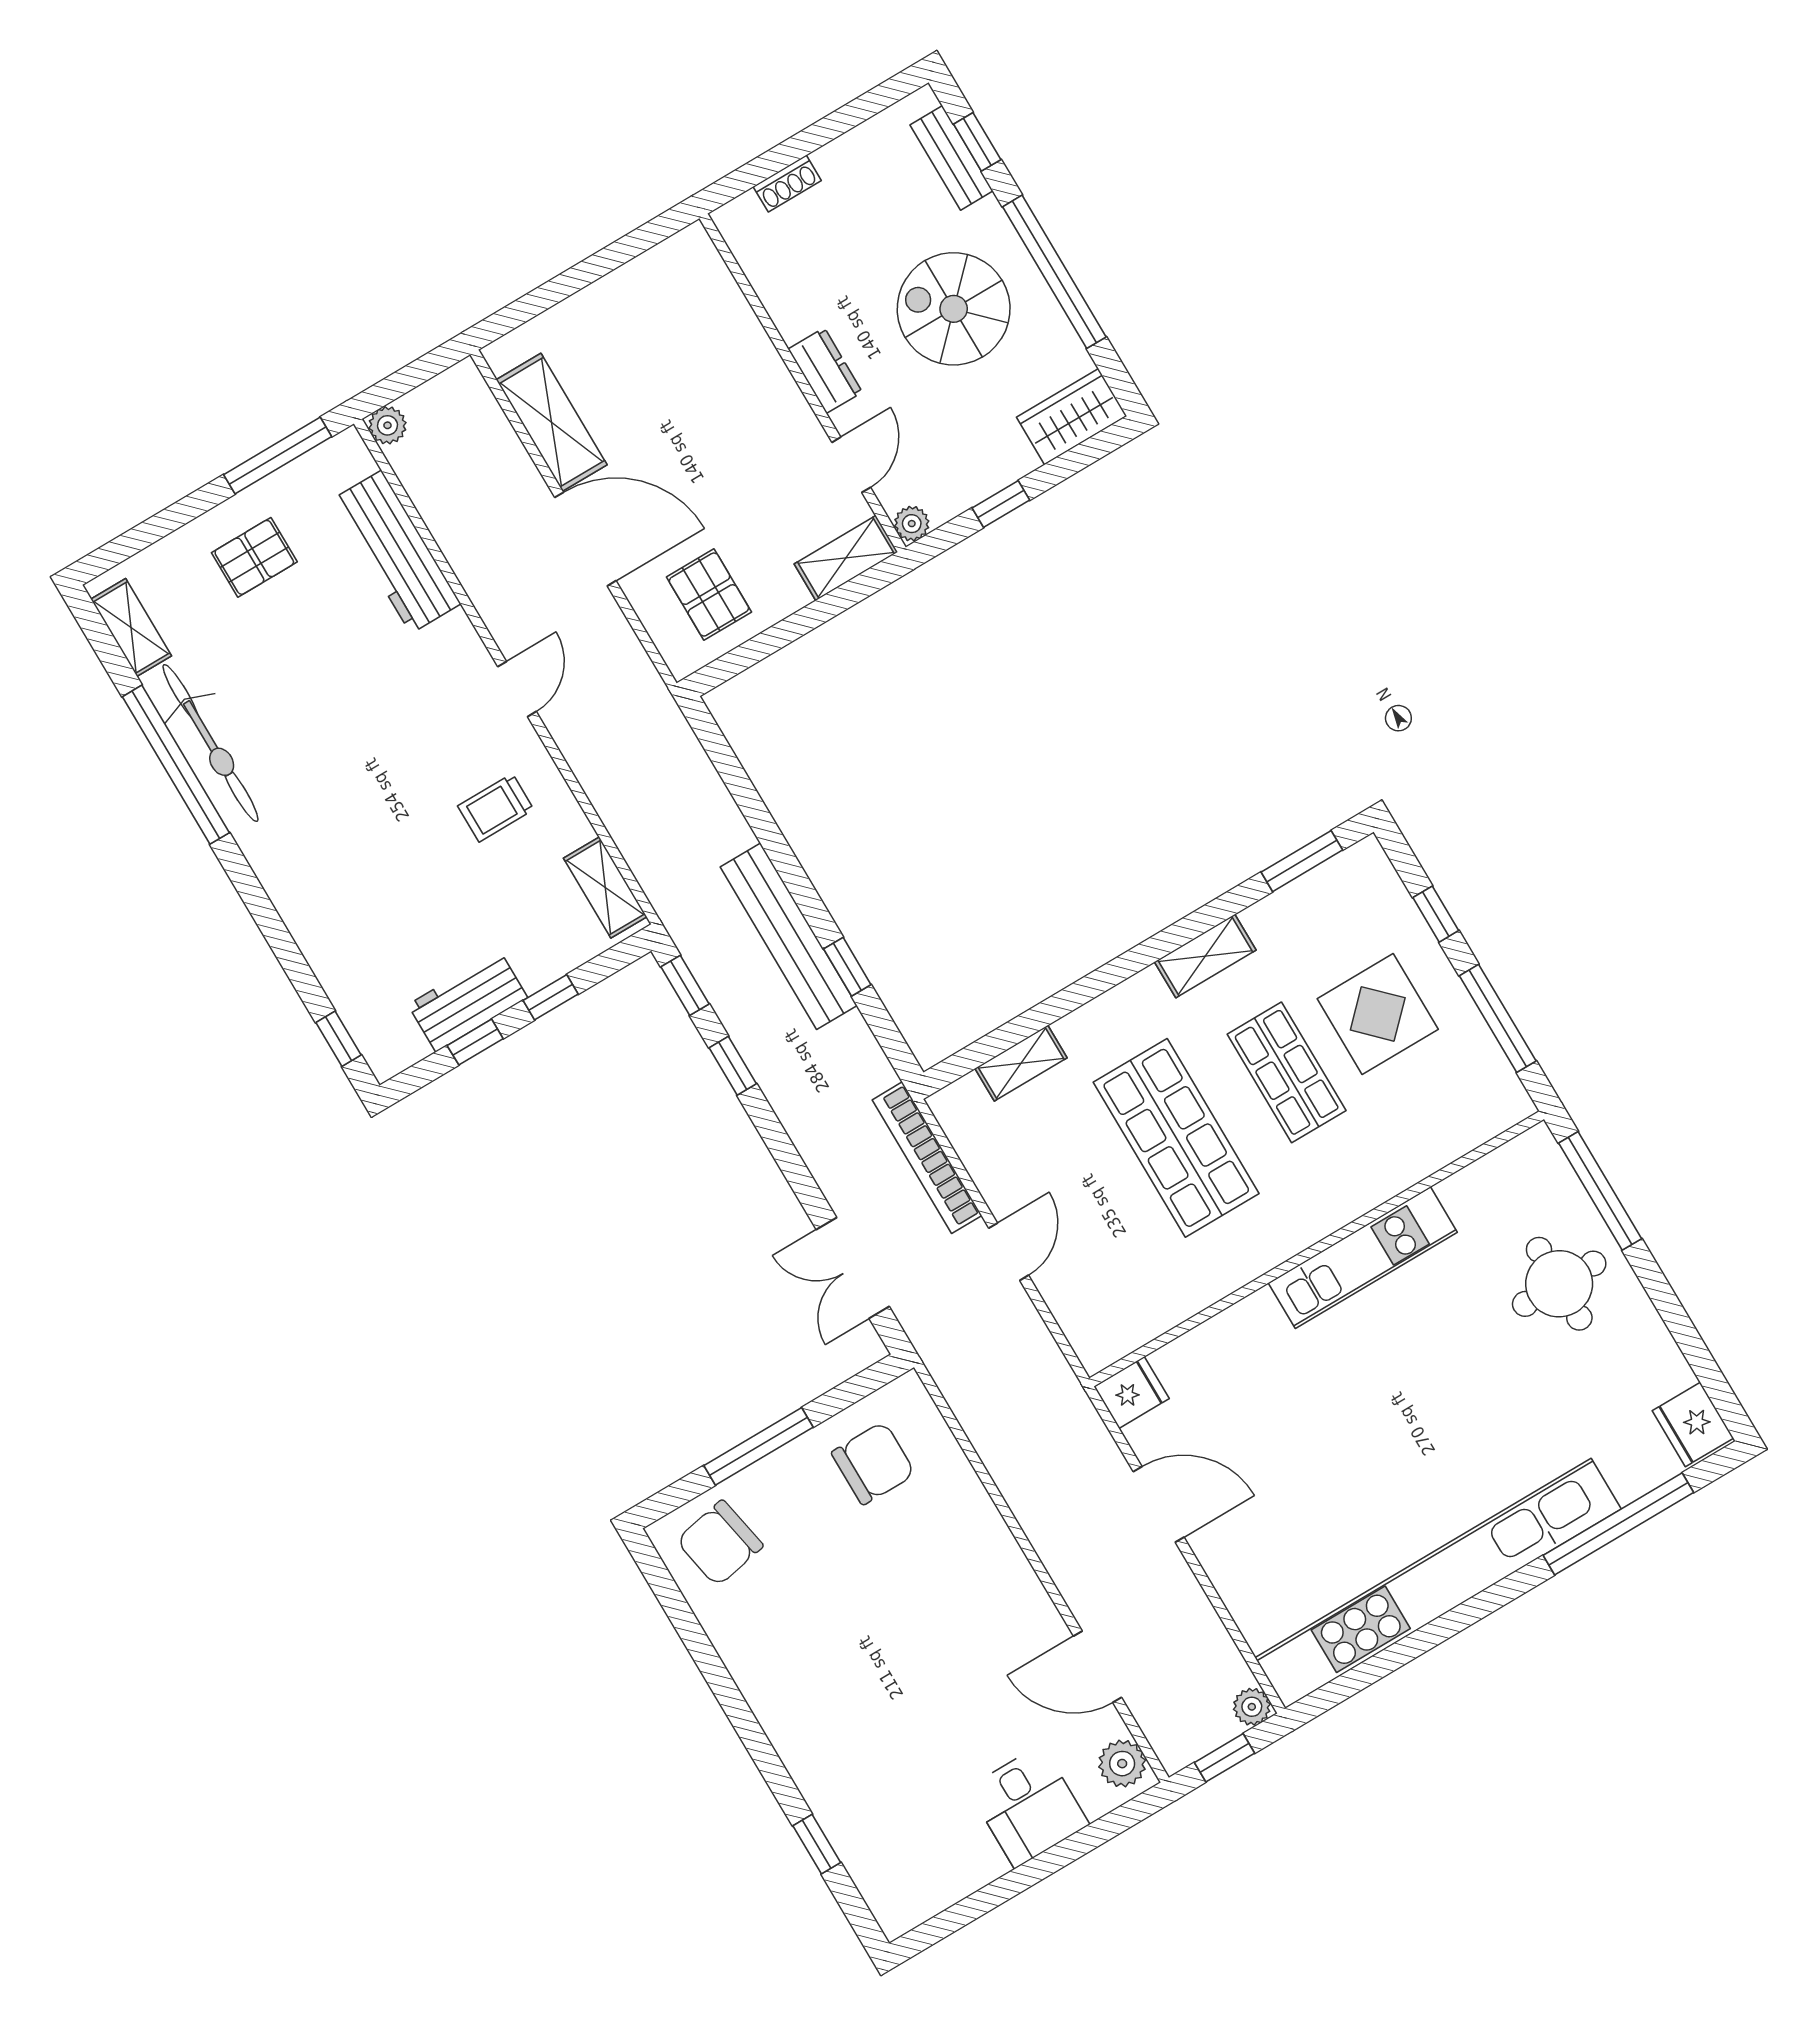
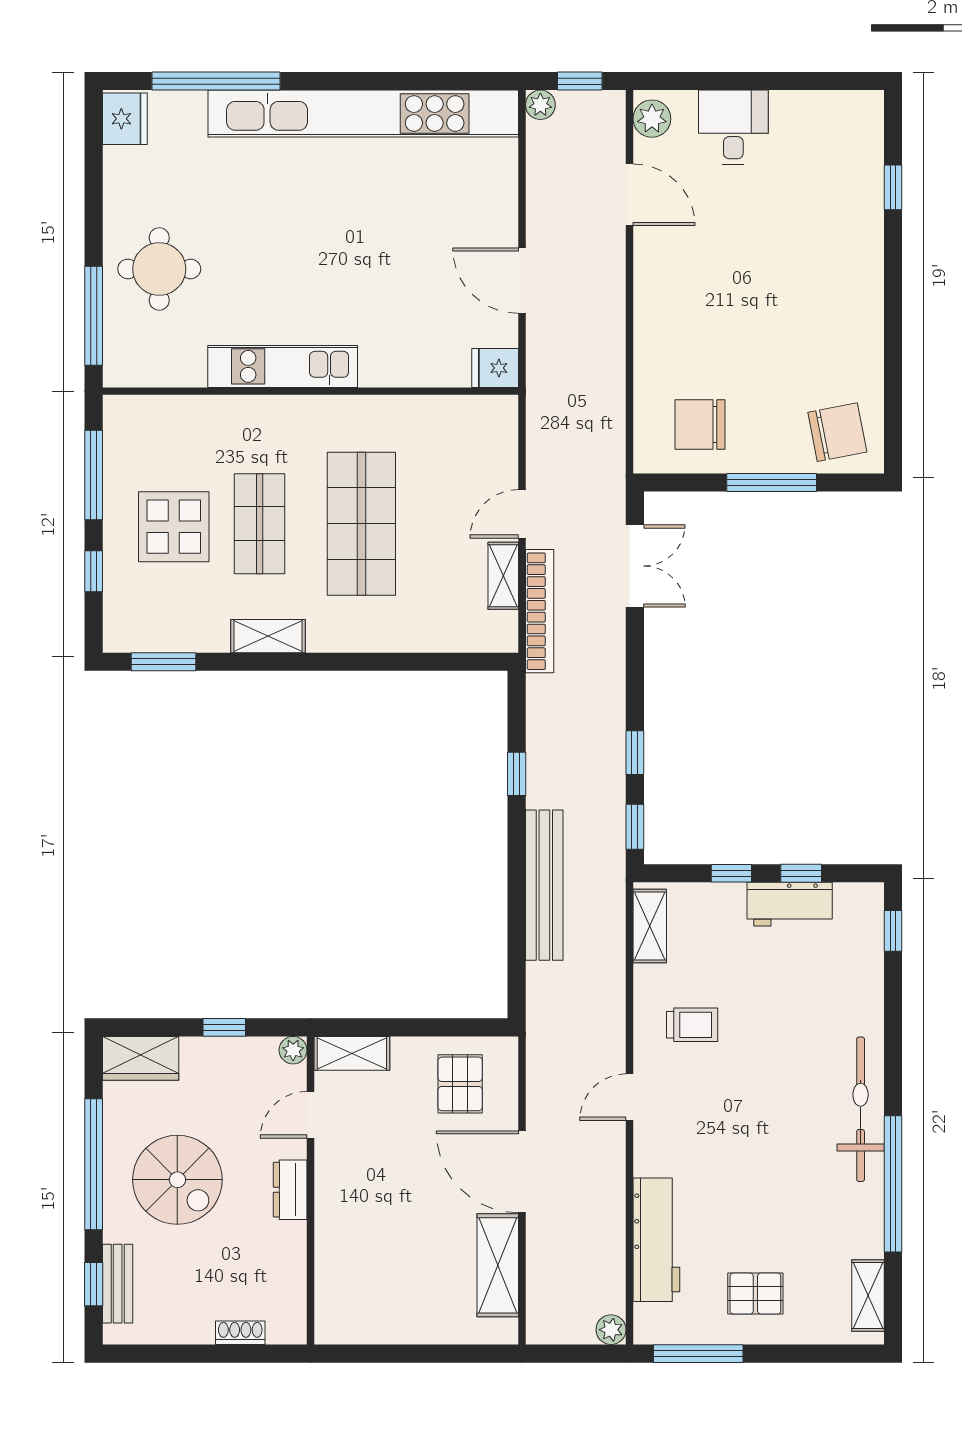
bicycle: (211, 743) -> (861, 1109), moved
bench: (789, 936) -> (544, 885), moved
shelving: (1021, 1063) -> (503, 576), moved, turned 90

